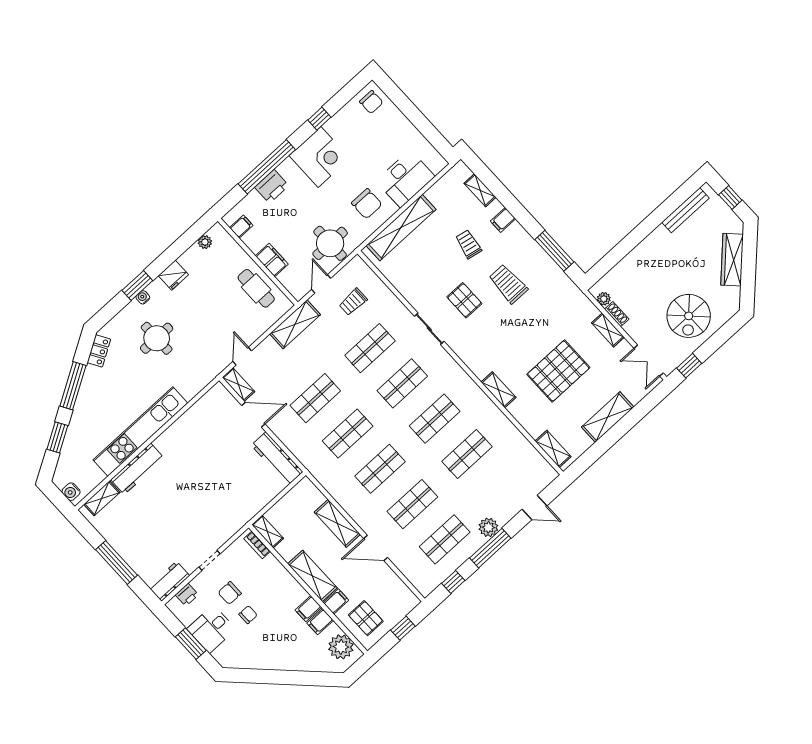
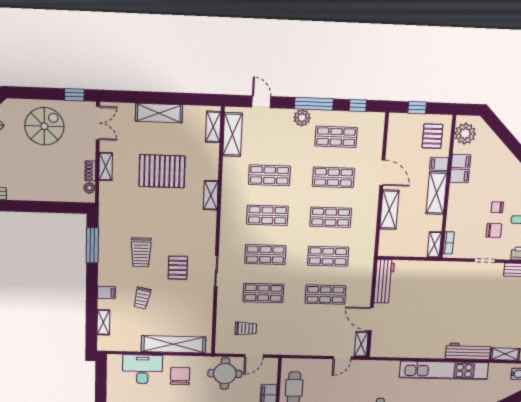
shelving: (295, 324) -> (233, 135), moved, turned 90

